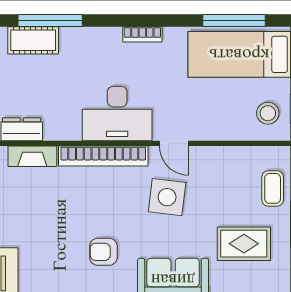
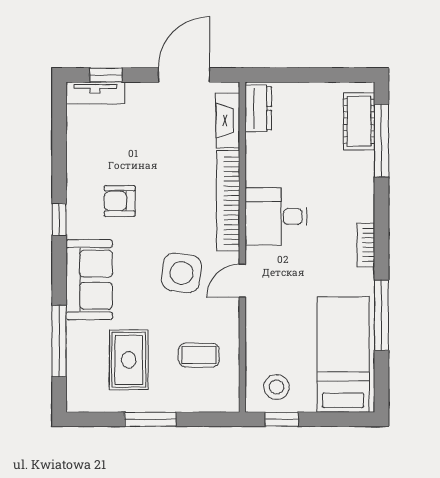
window: (234, 21) -> (381, 315), moved
desk: (117, 114) -> (276, 216), width x0.73
coffee table: (273, 188) -> (199, 355), moved
armchair: (103, 252) -> (120, 201), turned -90

